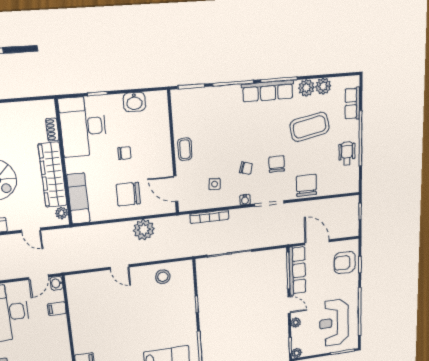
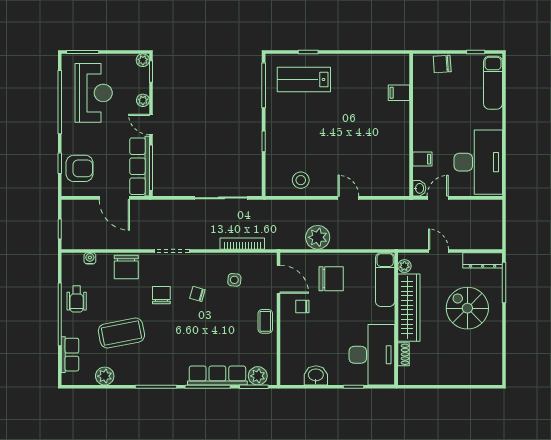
plant: (306, 88) -> (258, 376), moved
row of seats: (268, 91) -> (217, 376), moved
chair: (124, 153) -> (302, 307), moved
chair: (277, 164) -> (161, 295), turned 180
water cooler: (245, 200) -> (90, 258), moved

